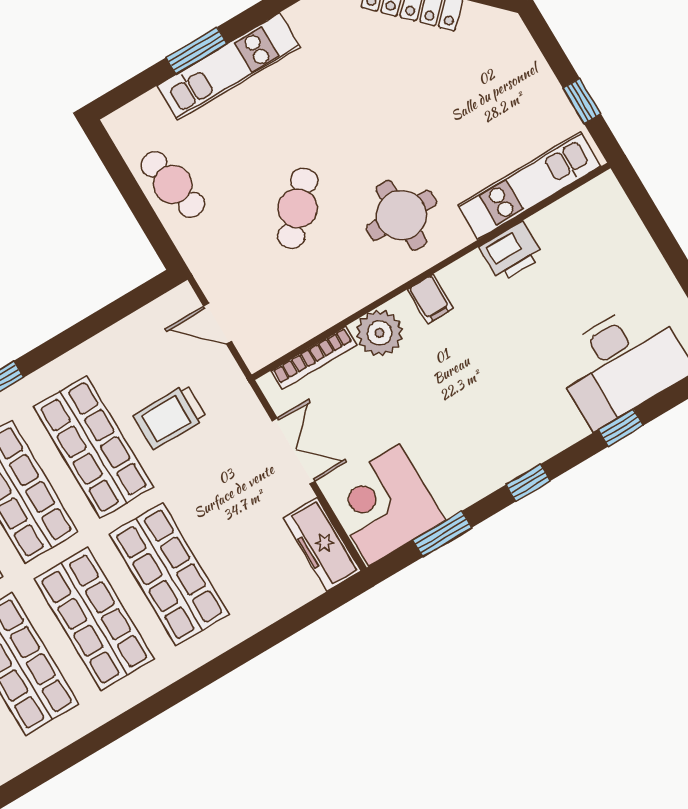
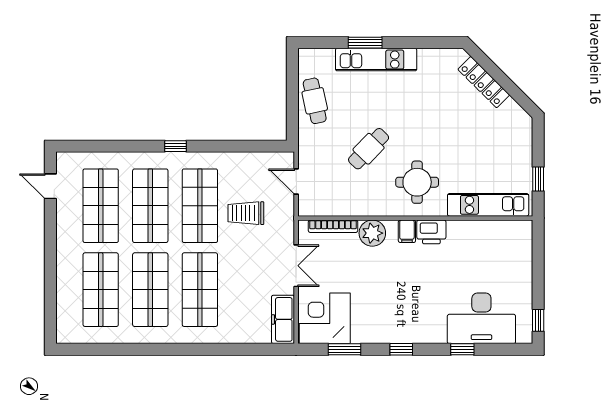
printer: (511, 252) -> (431, 232), moved

